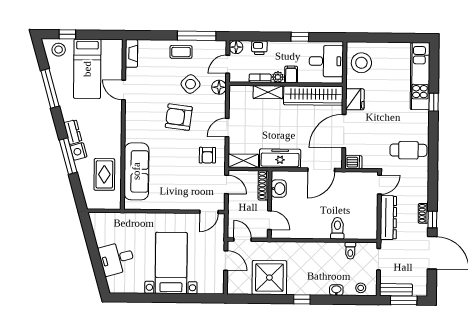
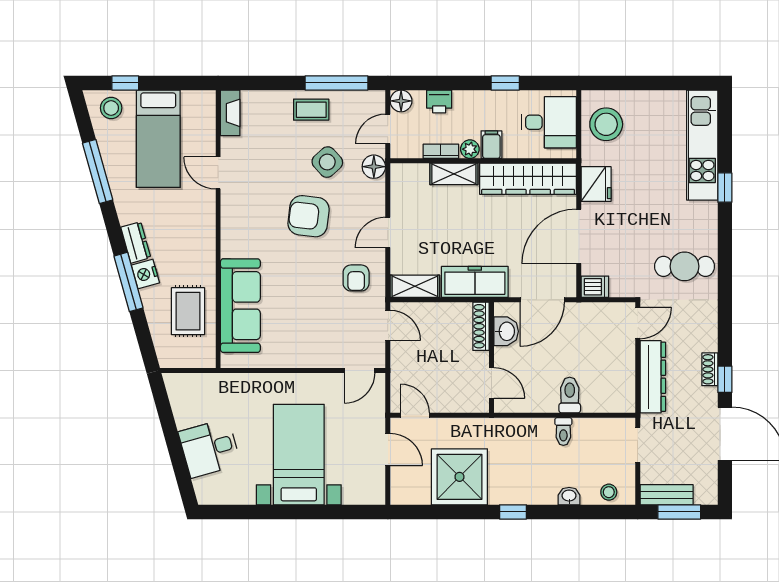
shoe rack: (263, 185) -> (481, 326), moved
washbasin: (279, 189) -> (506, 331), moved
wall: (270, 205) -> (492, 358), moved
door: (269, 220) -> (492, 383), moved
toilet: (350, 251) -> (563, 432), moved

